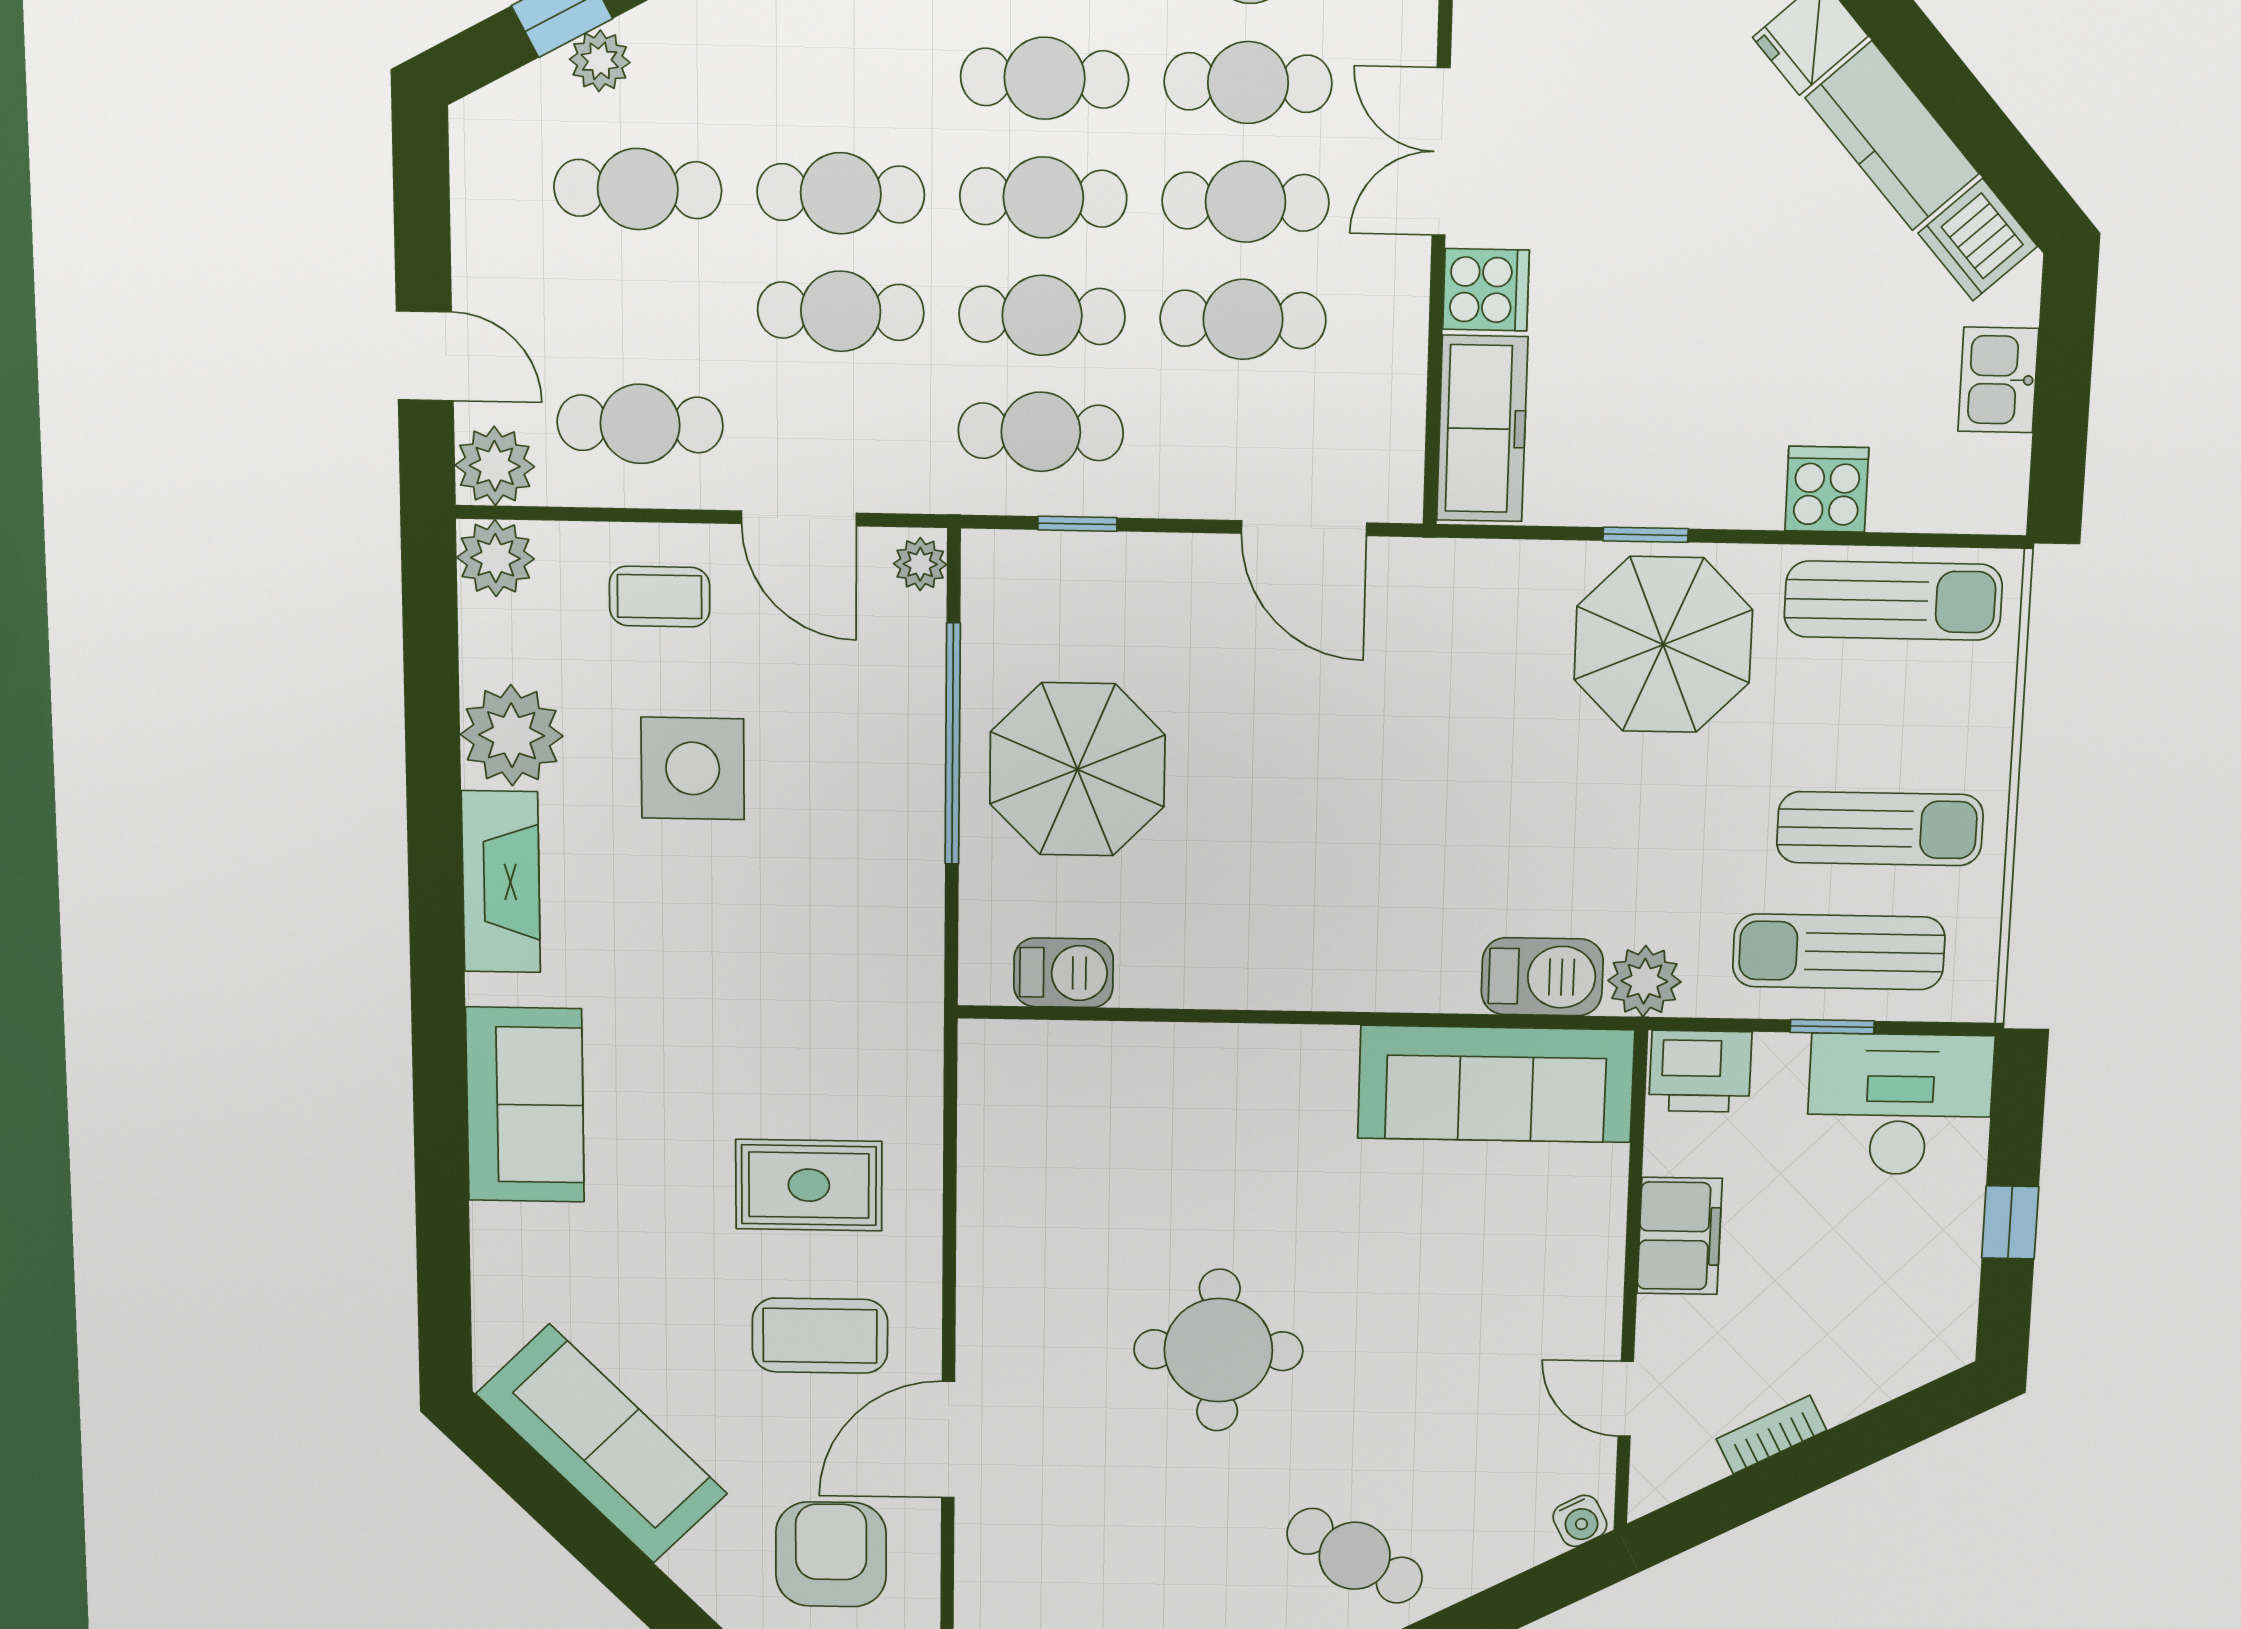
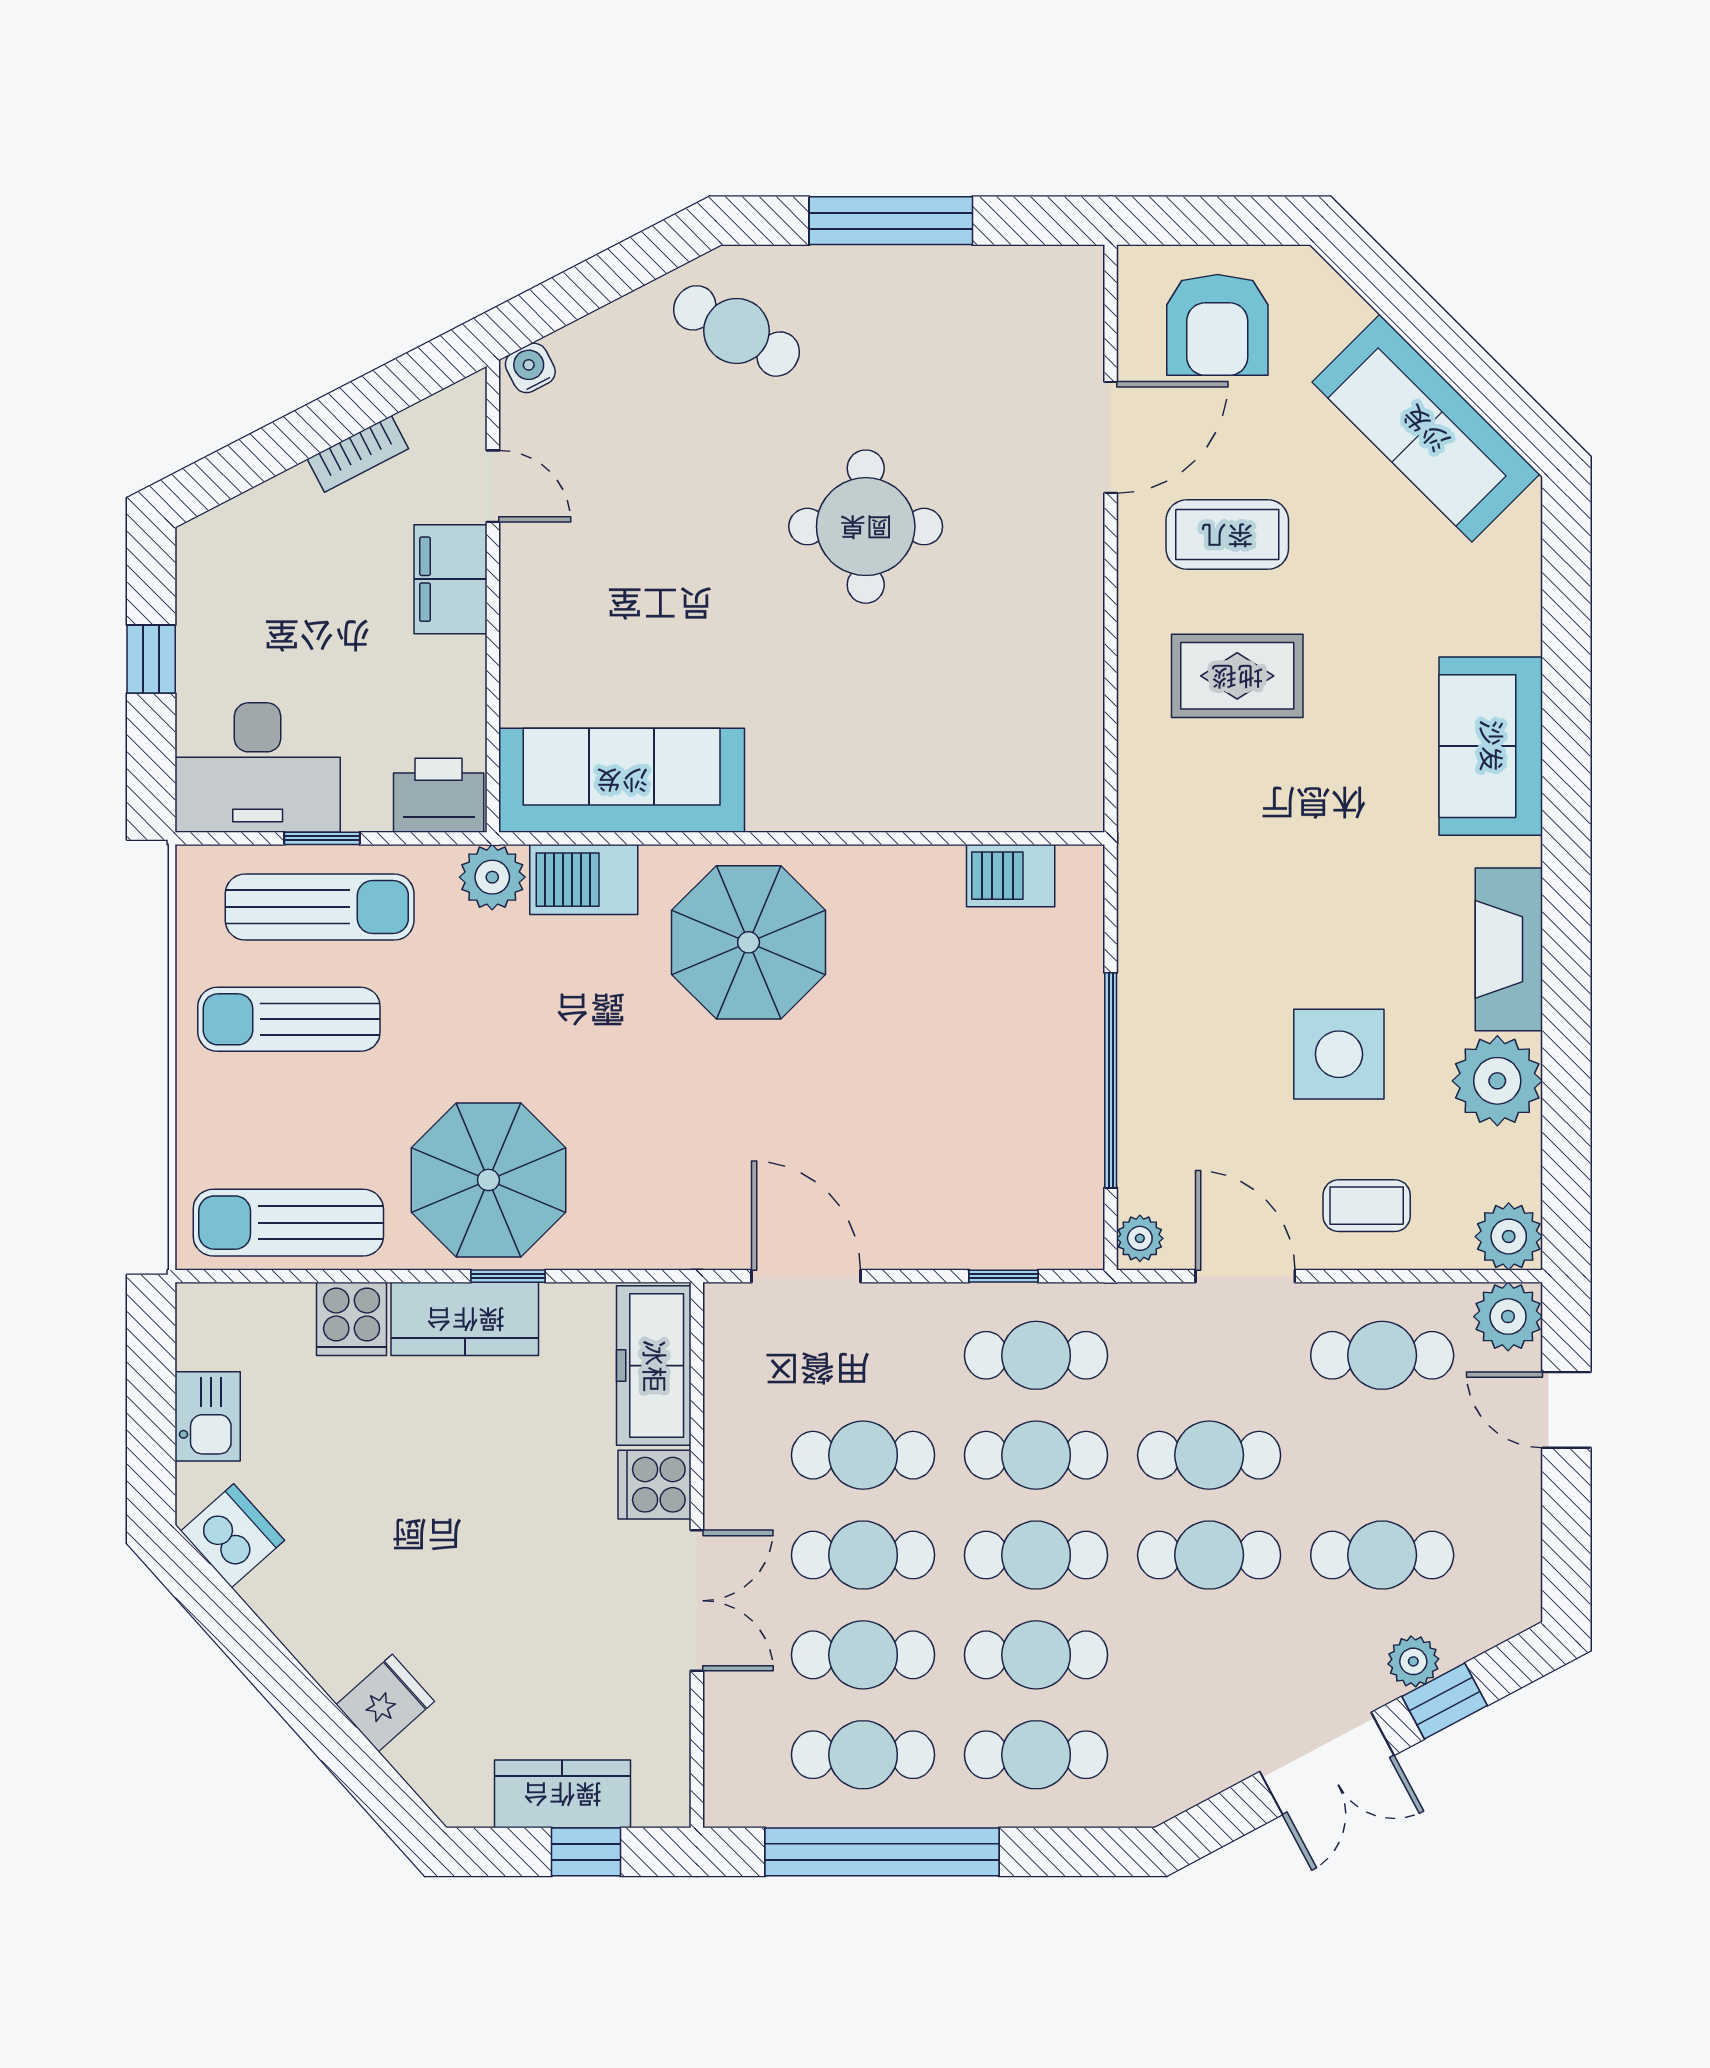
kitchen counter: (1892, 136) -> (465, 1319), moved, turned 132
parasol: (1077, 769) -> (749, 942), moved
filing cabinet: (1680, 1236) -> (450, 579), moved

